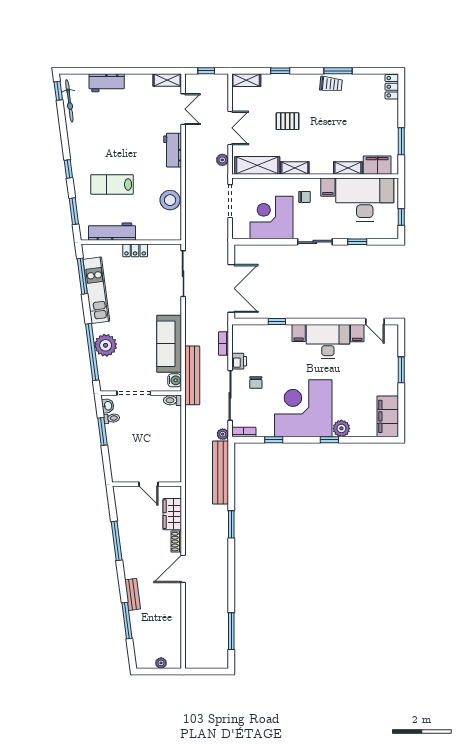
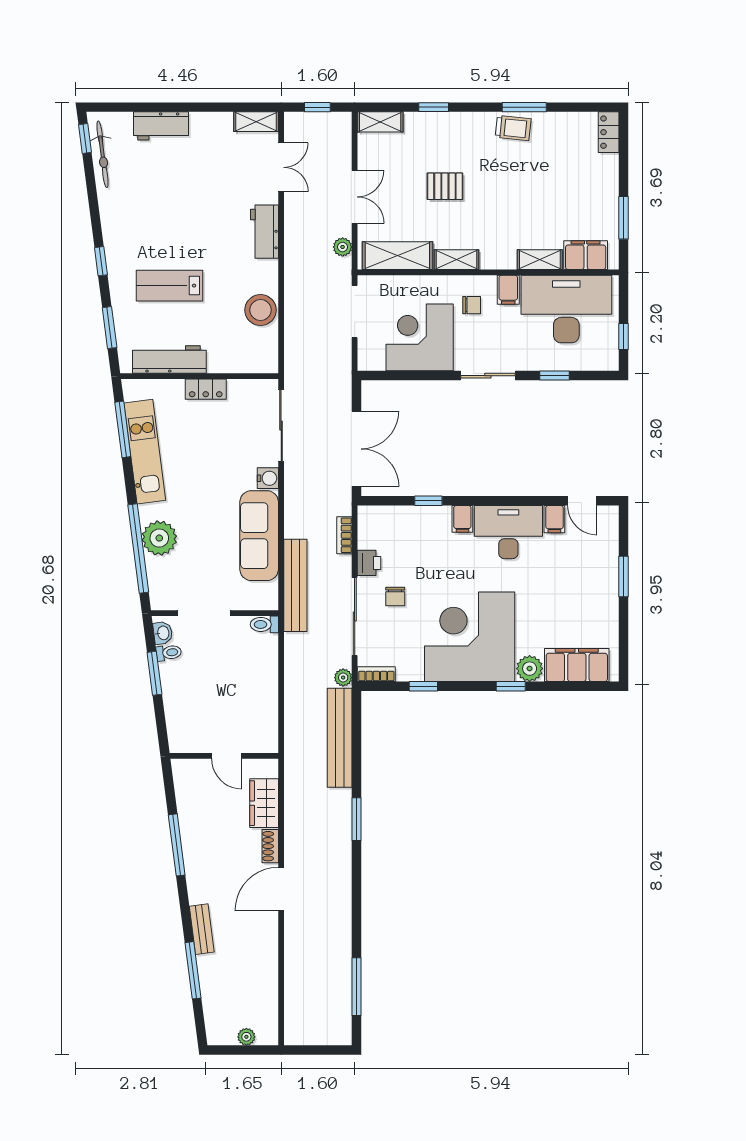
water cooler: (175, 380) -> (268, 478), moved
filing cabinet: (388, 416) -> (577, 665), moved, turned 90

